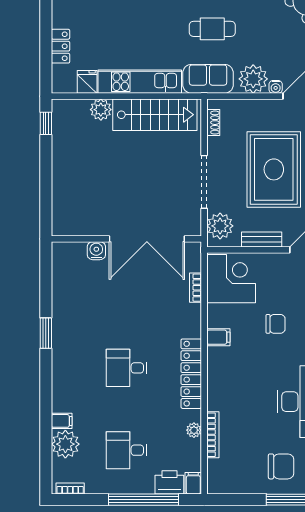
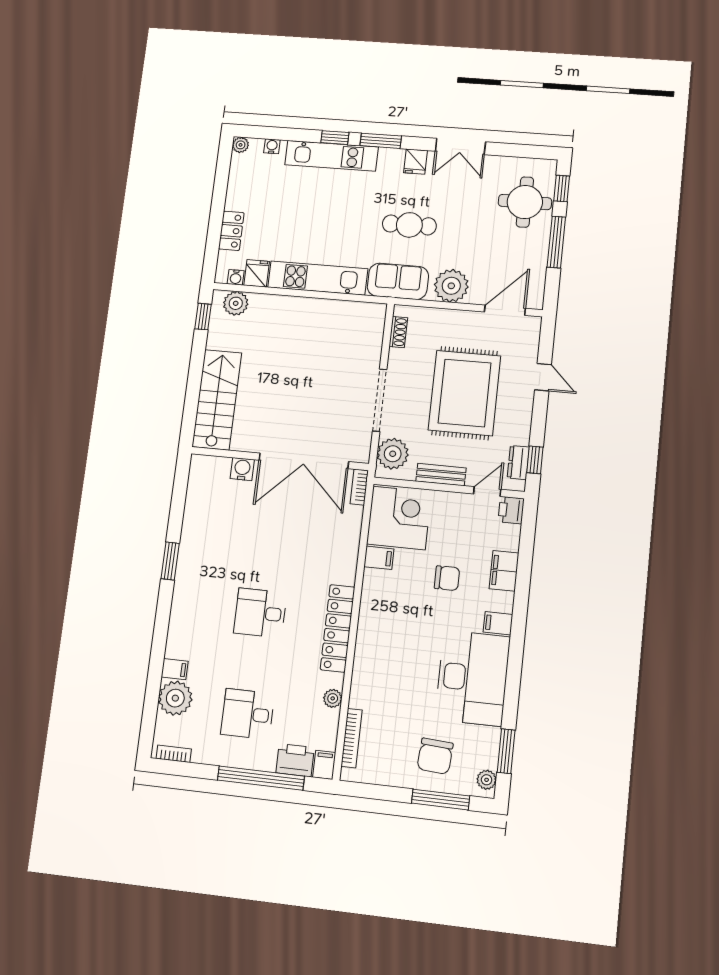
water cooler: (276, 87) -> (236, 277), moved
plant: (101, 110) -> (236, 303), moved
stairs: (155, 115) -> (217, 400), moved, turned -90
bookcase: (196, 288) -> (359, 487), moved
filing cabinet: (218, 337) -> (379, 558), moved
bookcase: (213, 435) -> (352, 738), moved
chair: (281, 466) -> (435, 756), turned 94

